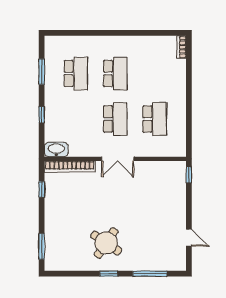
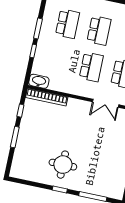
window: (42, 72) -> (38, 28), moved
double door: (118, 159) -> (106, 103), moved
round table: (106, 243) -> (63, 165), turned -34
window: (42, 246) -> (15, 137), moved

